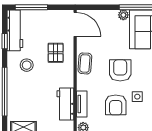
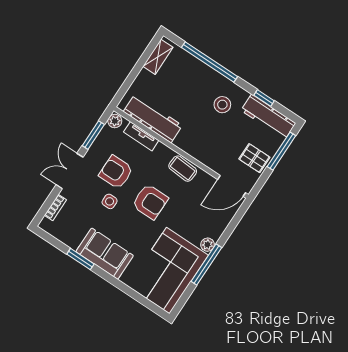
pallet: (56, 53) -> (254, 158), moved
workbench: (65, 104) -> (153, 119), width x1.38

